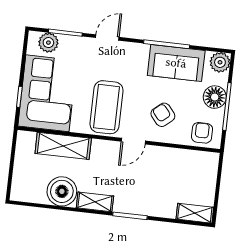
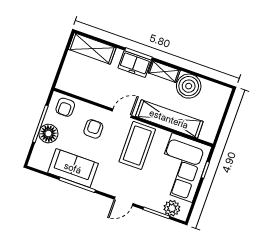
plant: (220, 62) -> (38, 160), removed
armchair: (163, 115) -> (93, 129), turned -140
shelving: (63, 146) -> (169, 119), width x1.47
freezer: (132, 203) -> (135, 64), added
shelving: (195, 213) -> (92, 49), width x1.50, depth x1.33

